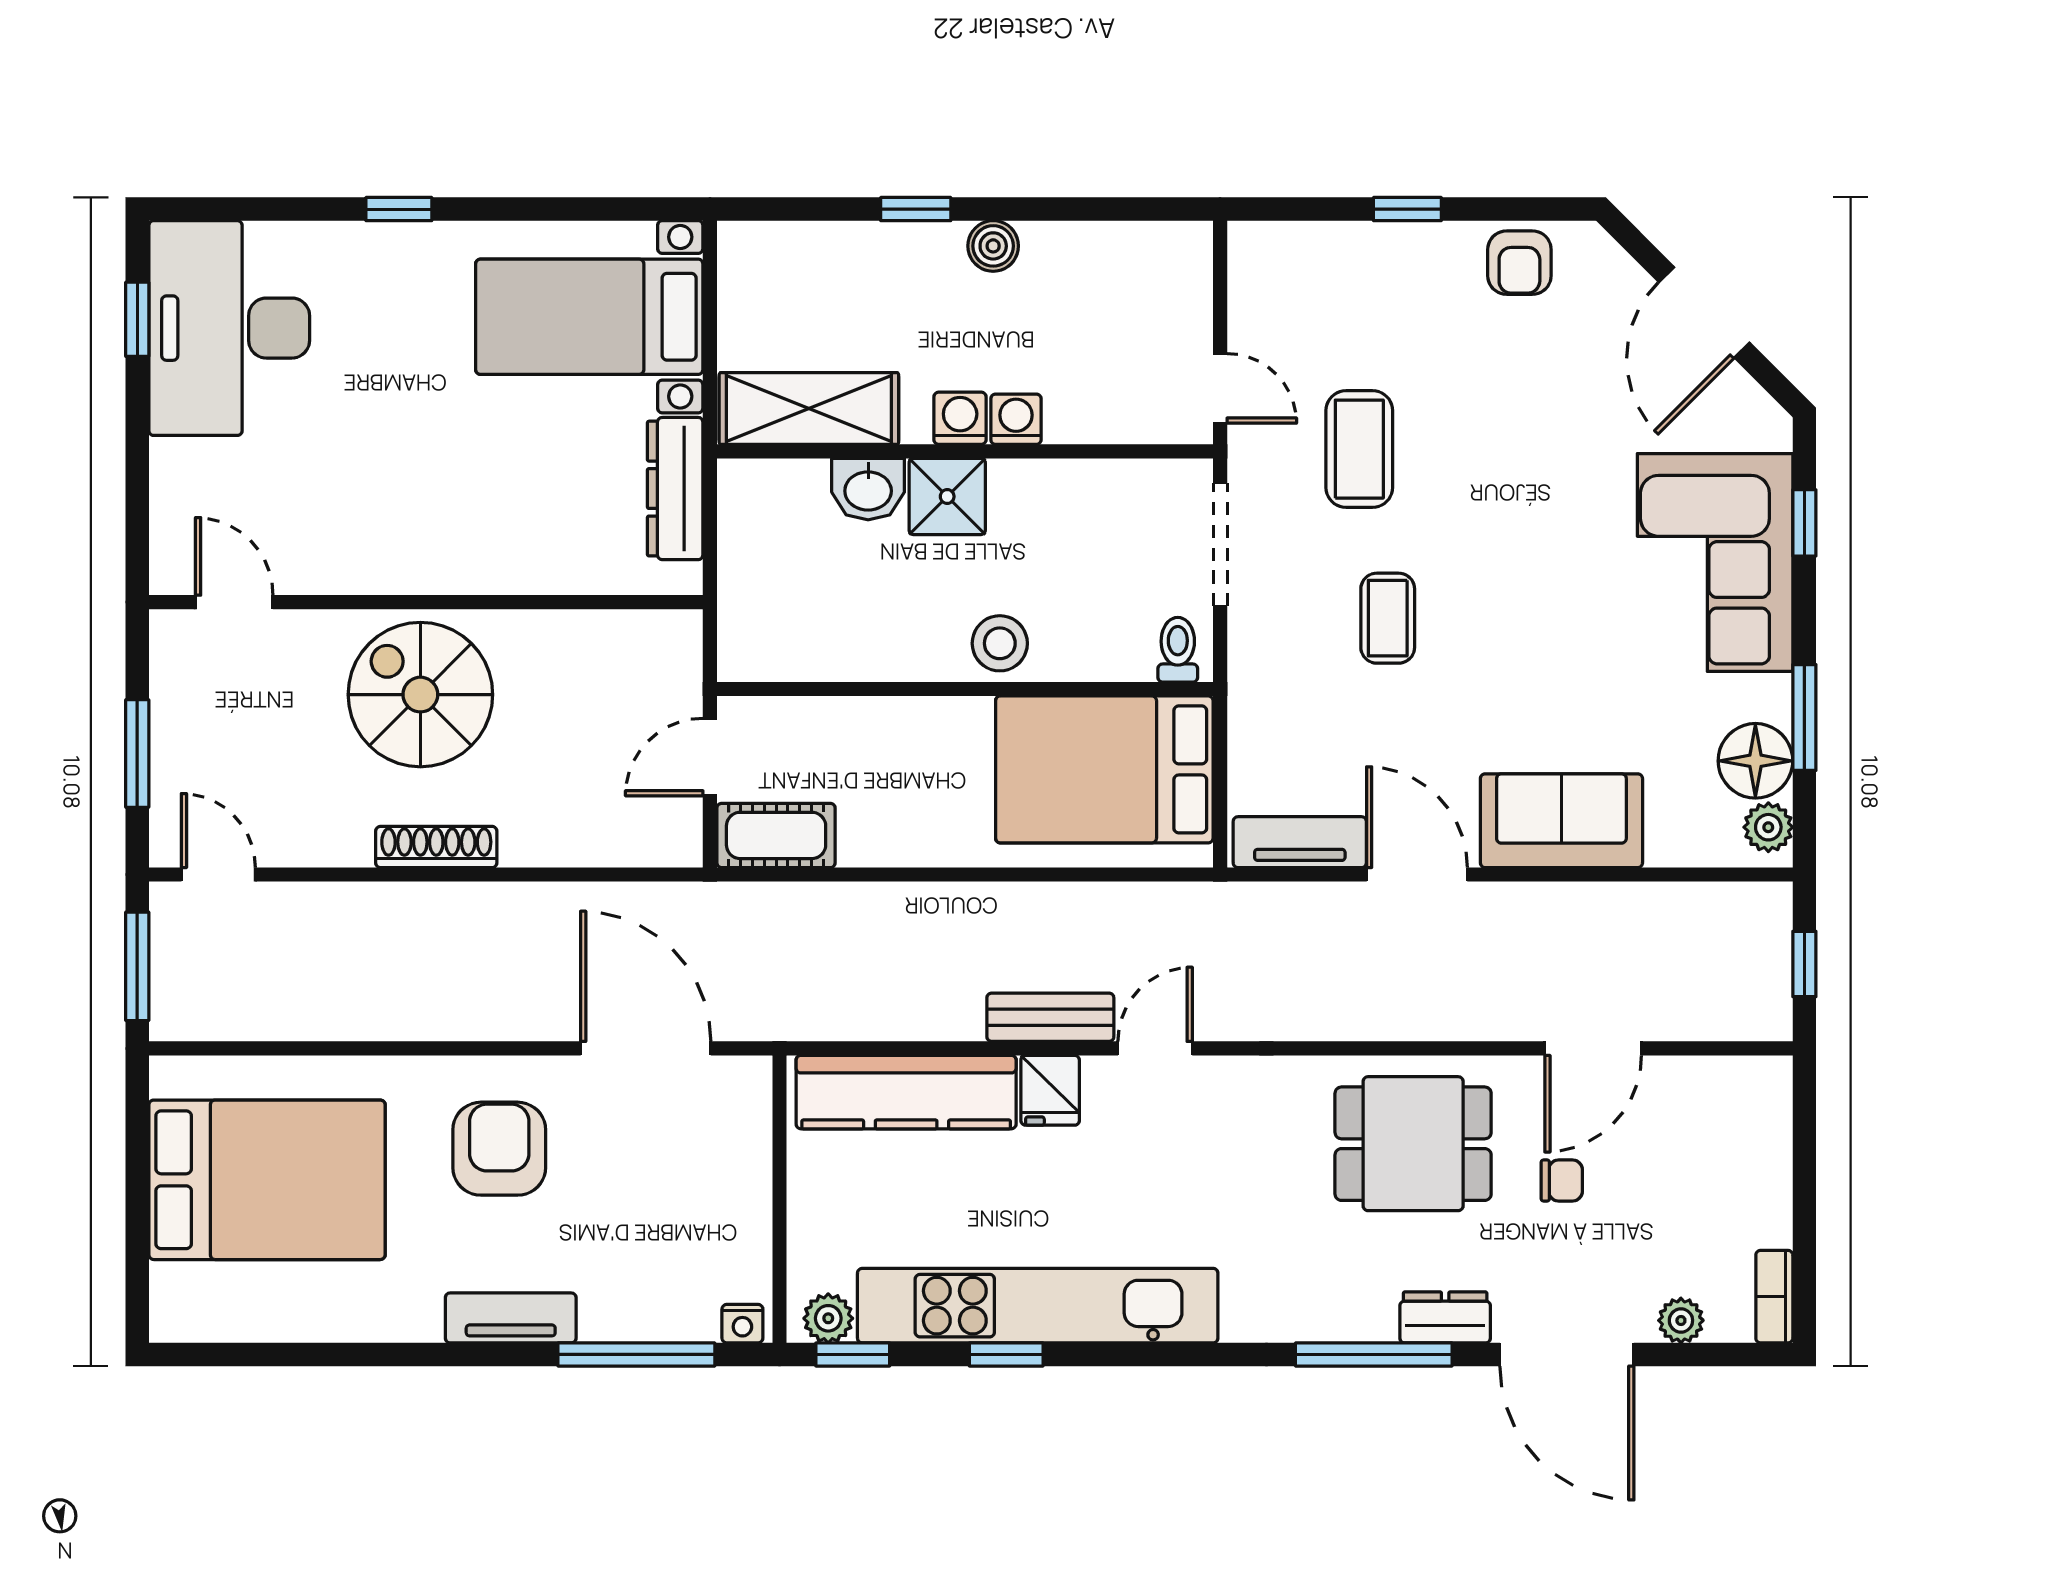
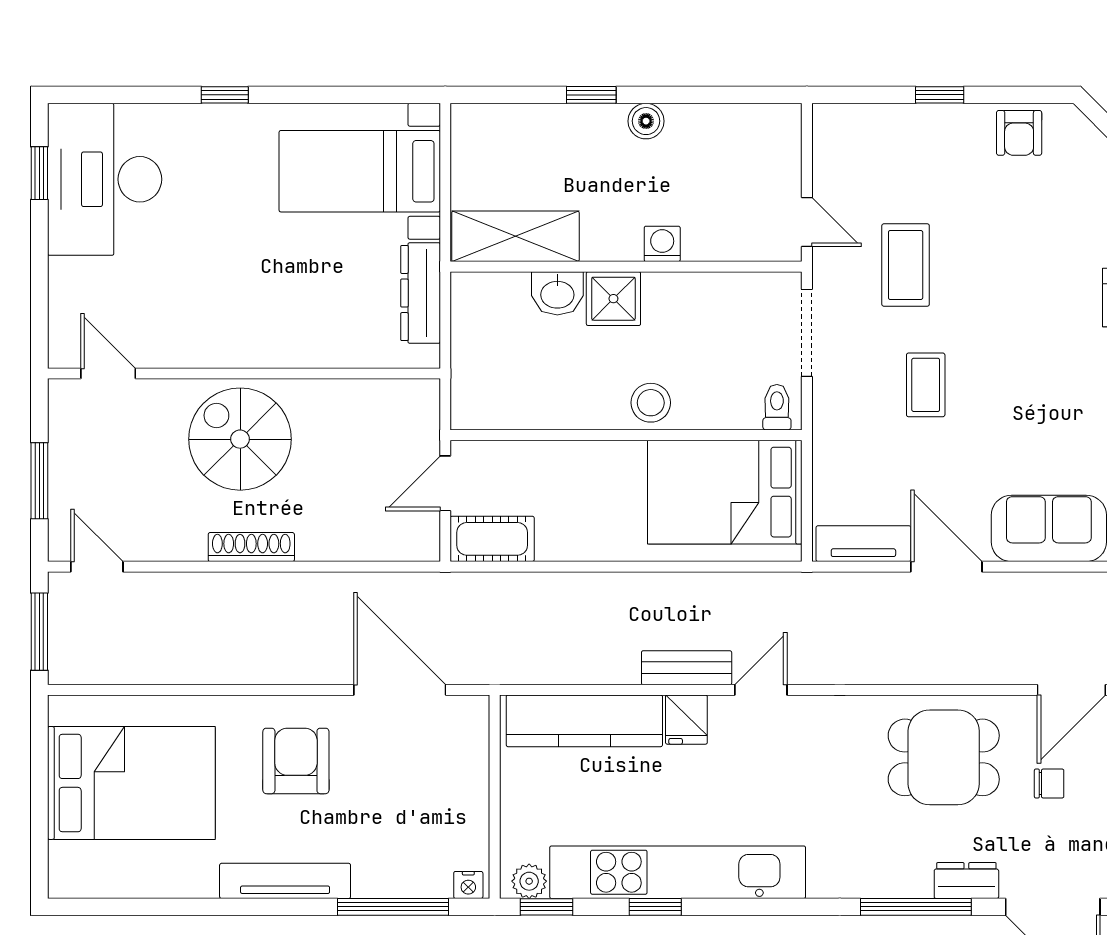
washing machine: (960, 418) -> (623, 243), removed
tv unit: (511, 1318) -> (285, 881), width x1.41

